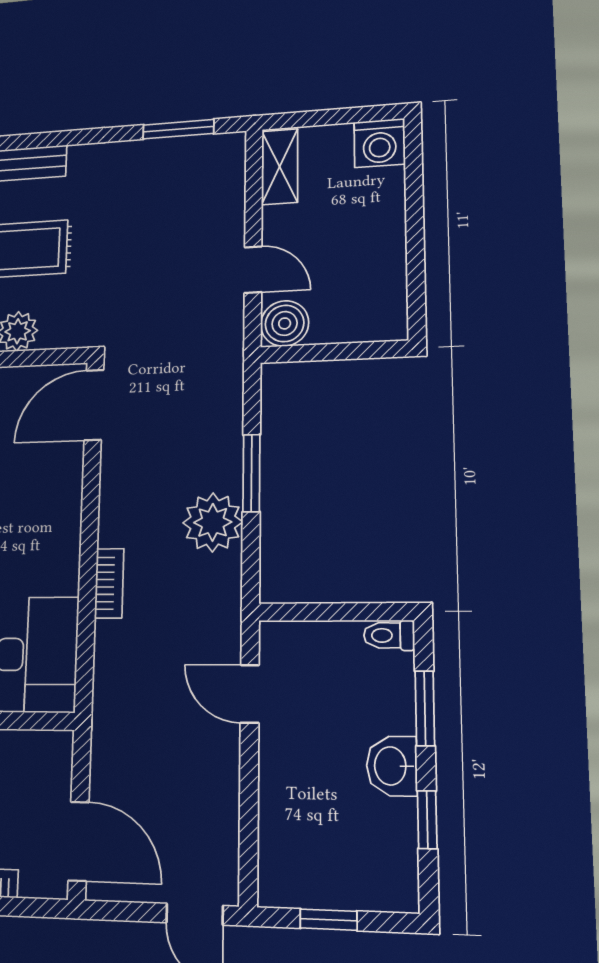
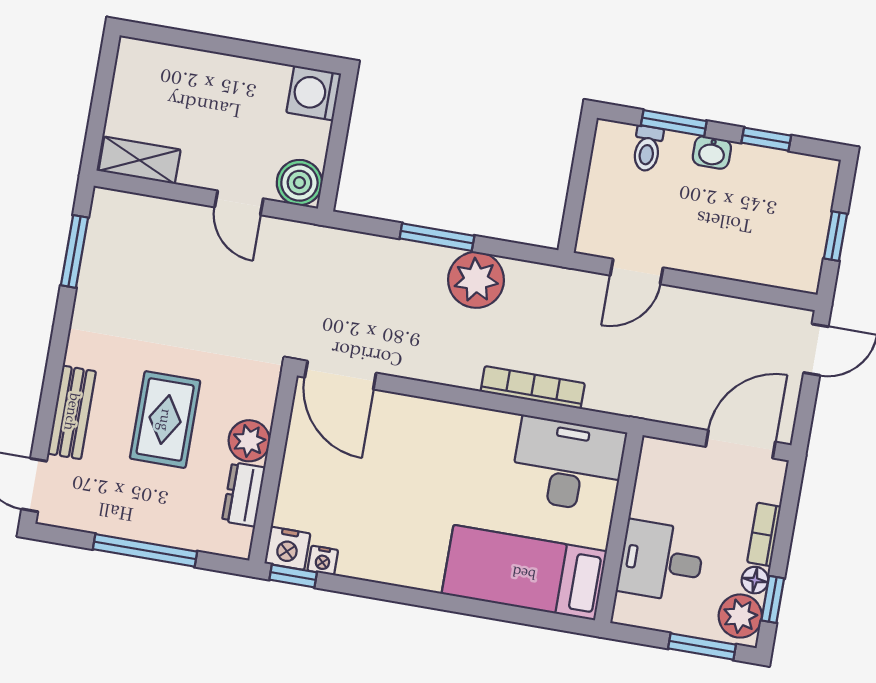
washing machine: (380, 143) -> (314, 93), moved, turned 180
door: (253, 270) -> (239, 203), swing flipped
bookcase: (109, 583) -> (533, 387), width x1.56
toilet: (389, 635) -> (647, 149), moved
washbasin: (392, 766) -> (712, 152), width x0.72, depth x0.69

